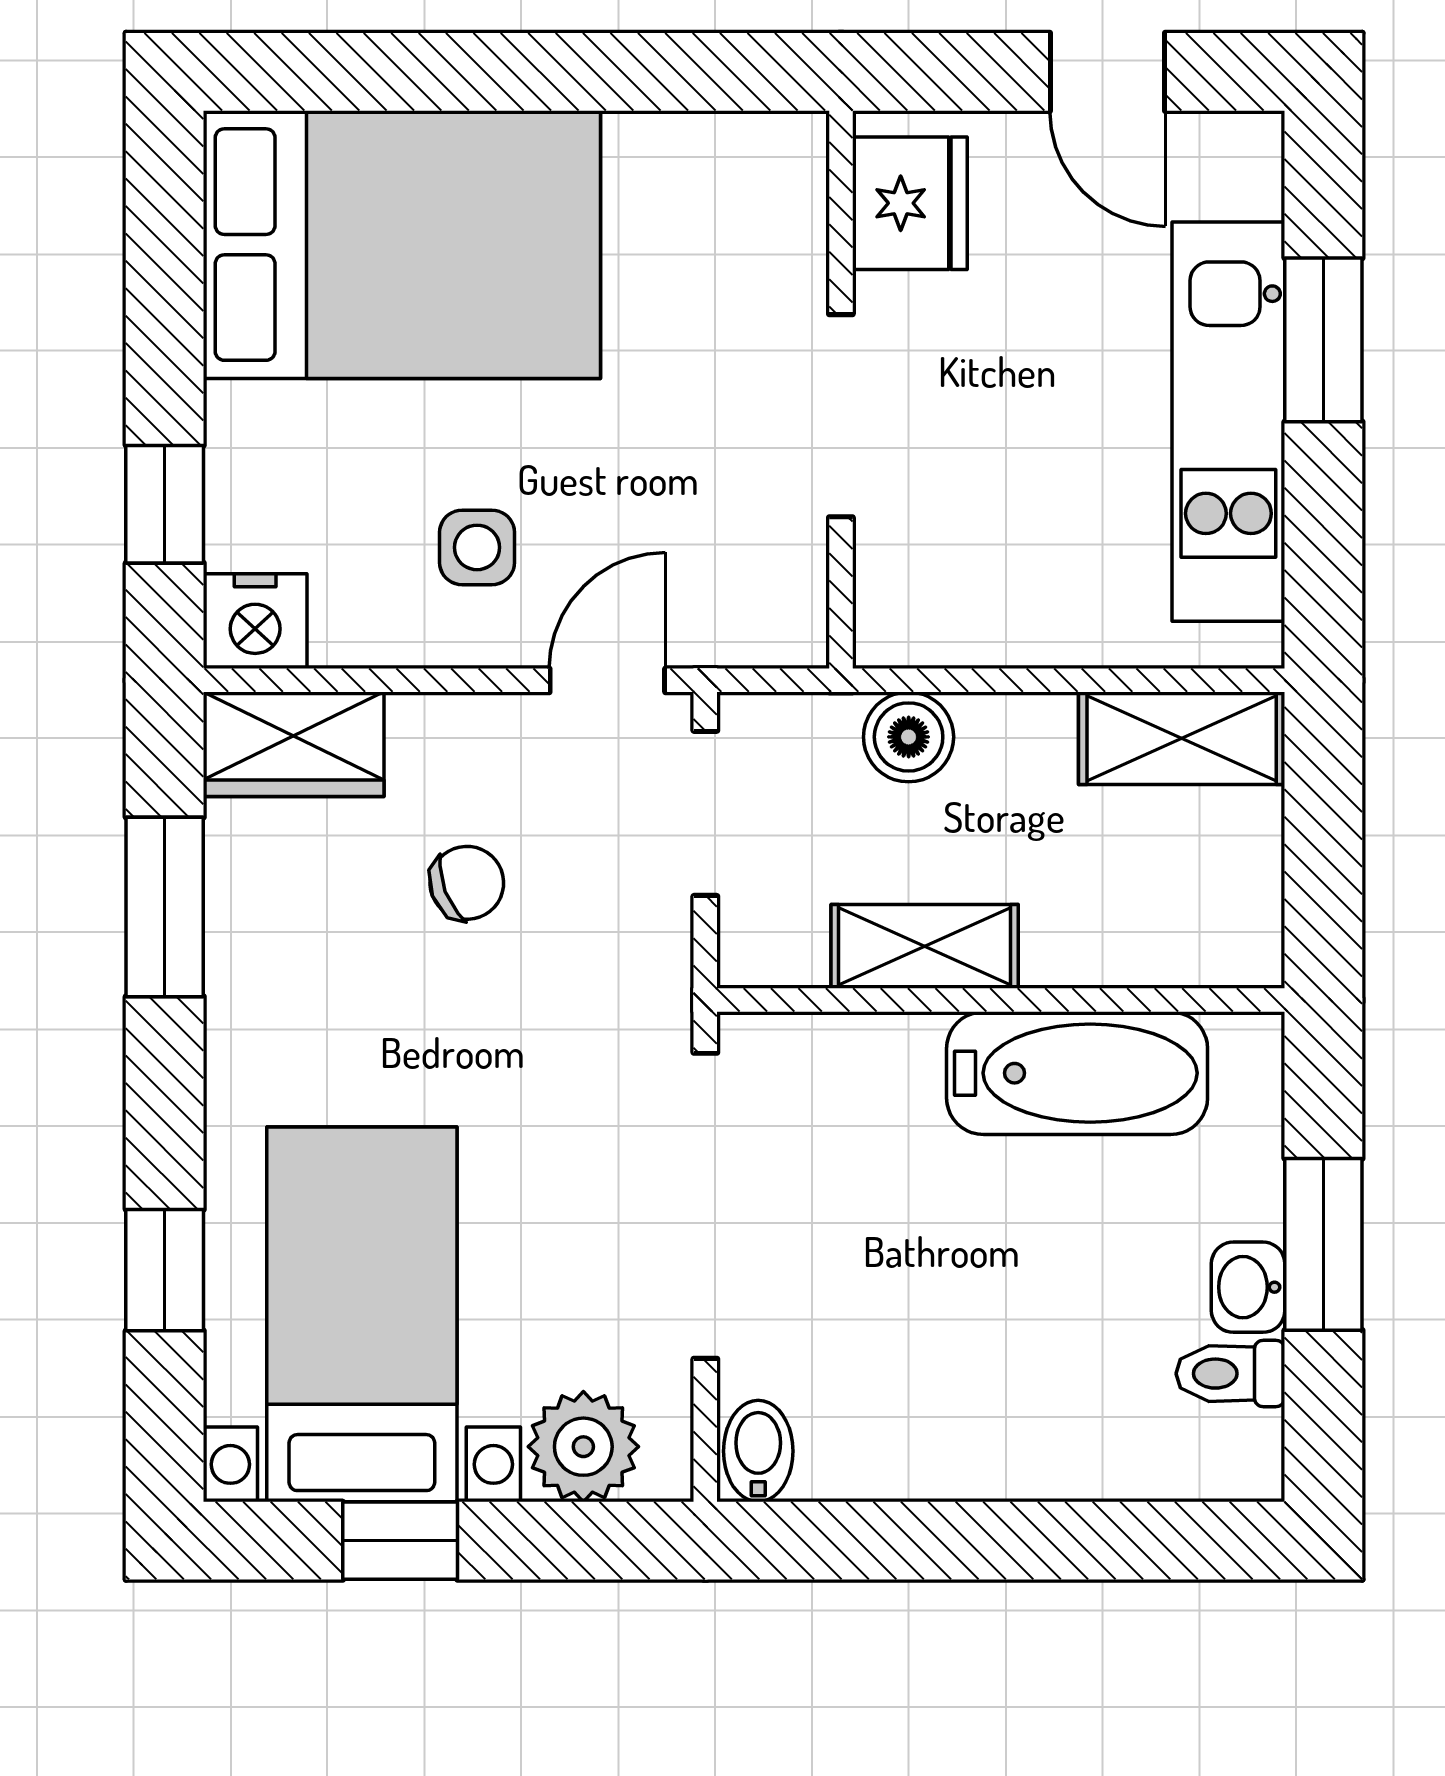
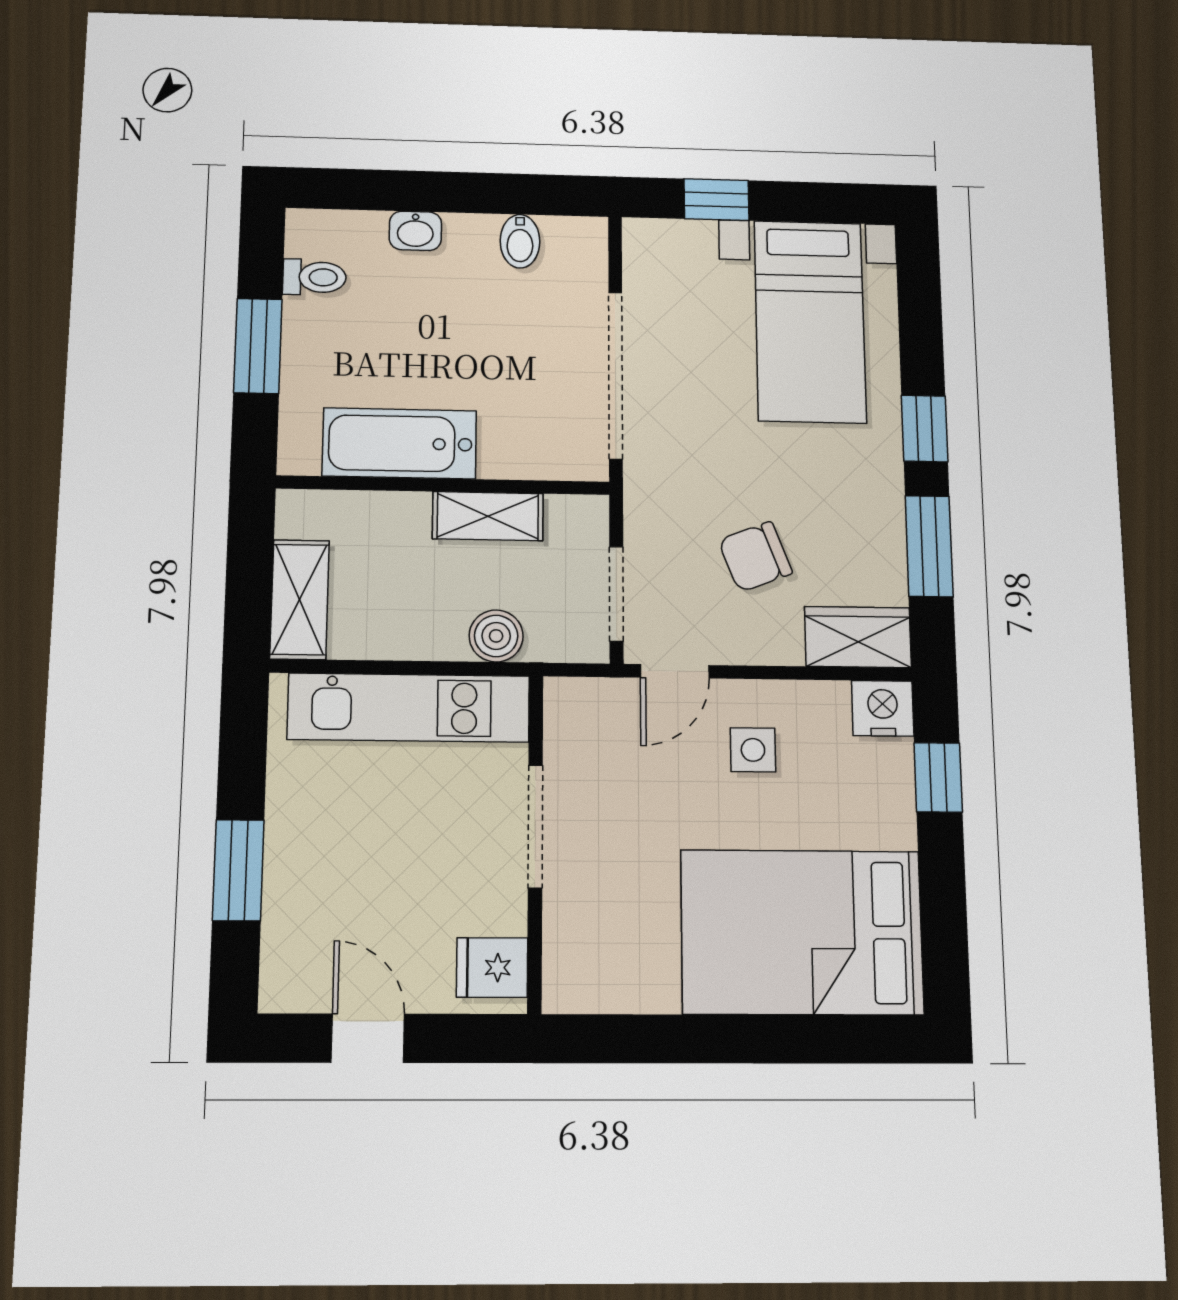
fridge: (910, 203) -> (492, 968), width x0.72
kitchen unit: (1228, 422) -> (409, 708), moved, turned 90
shelving: (1182, 738) -> (300, 599), moved, turned 90
chair: (467, 883) -> (755, 557), width x1.37, depth x1.37
window: (165, 1270) -> (925, 428), moved
washbasin: (1248, 1287) -> (415, 231), moved, turned 90
plant: (583, 1447) -> (684, 248), removed
bidet: (758, 1451) -> (520, 241), moved
window: (400, 1541) -> (716, 200), moved

